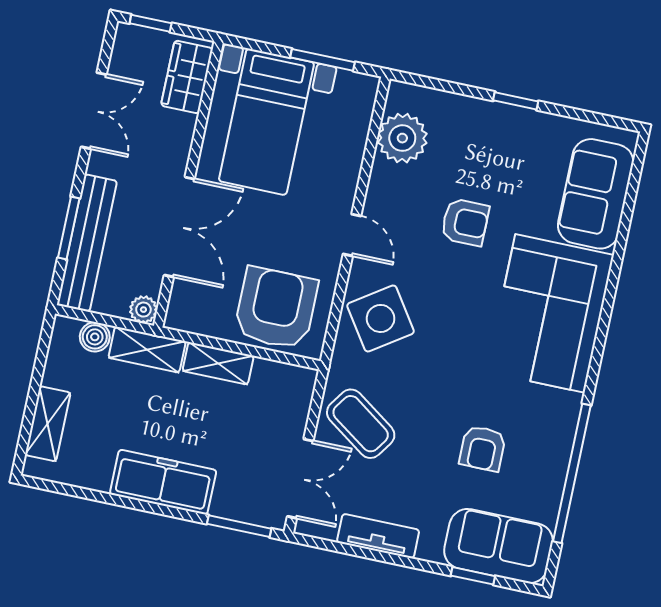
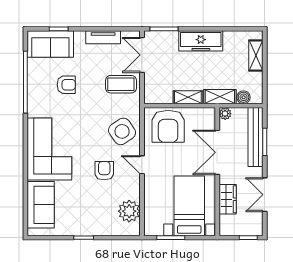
wardrobe: (187, 77) -> (228, 199), moved
armchair: (465, 222) -> (104, 171), moved, turned 90
coffee table: (361, 424) -> (121, 84), turned -35
armchair: (483, 448) -> (66, 85), turned 90

